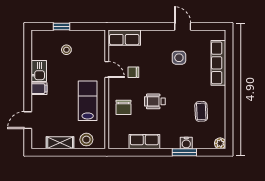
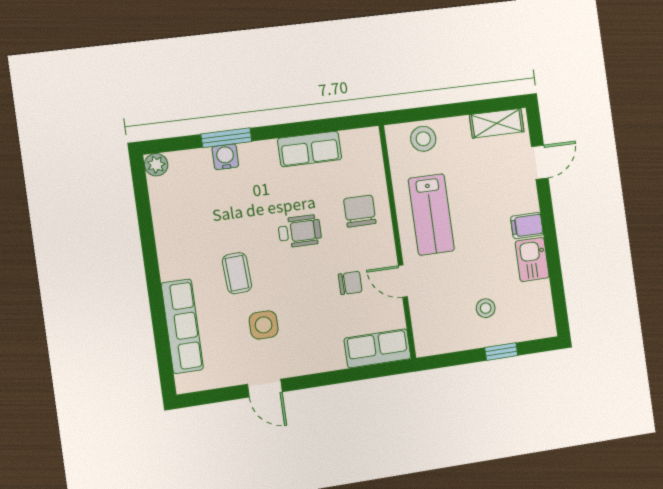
coffee table: (201, 111) -> (237, 273), moved
shelving: (60, 143) -> (497, 123), moved

